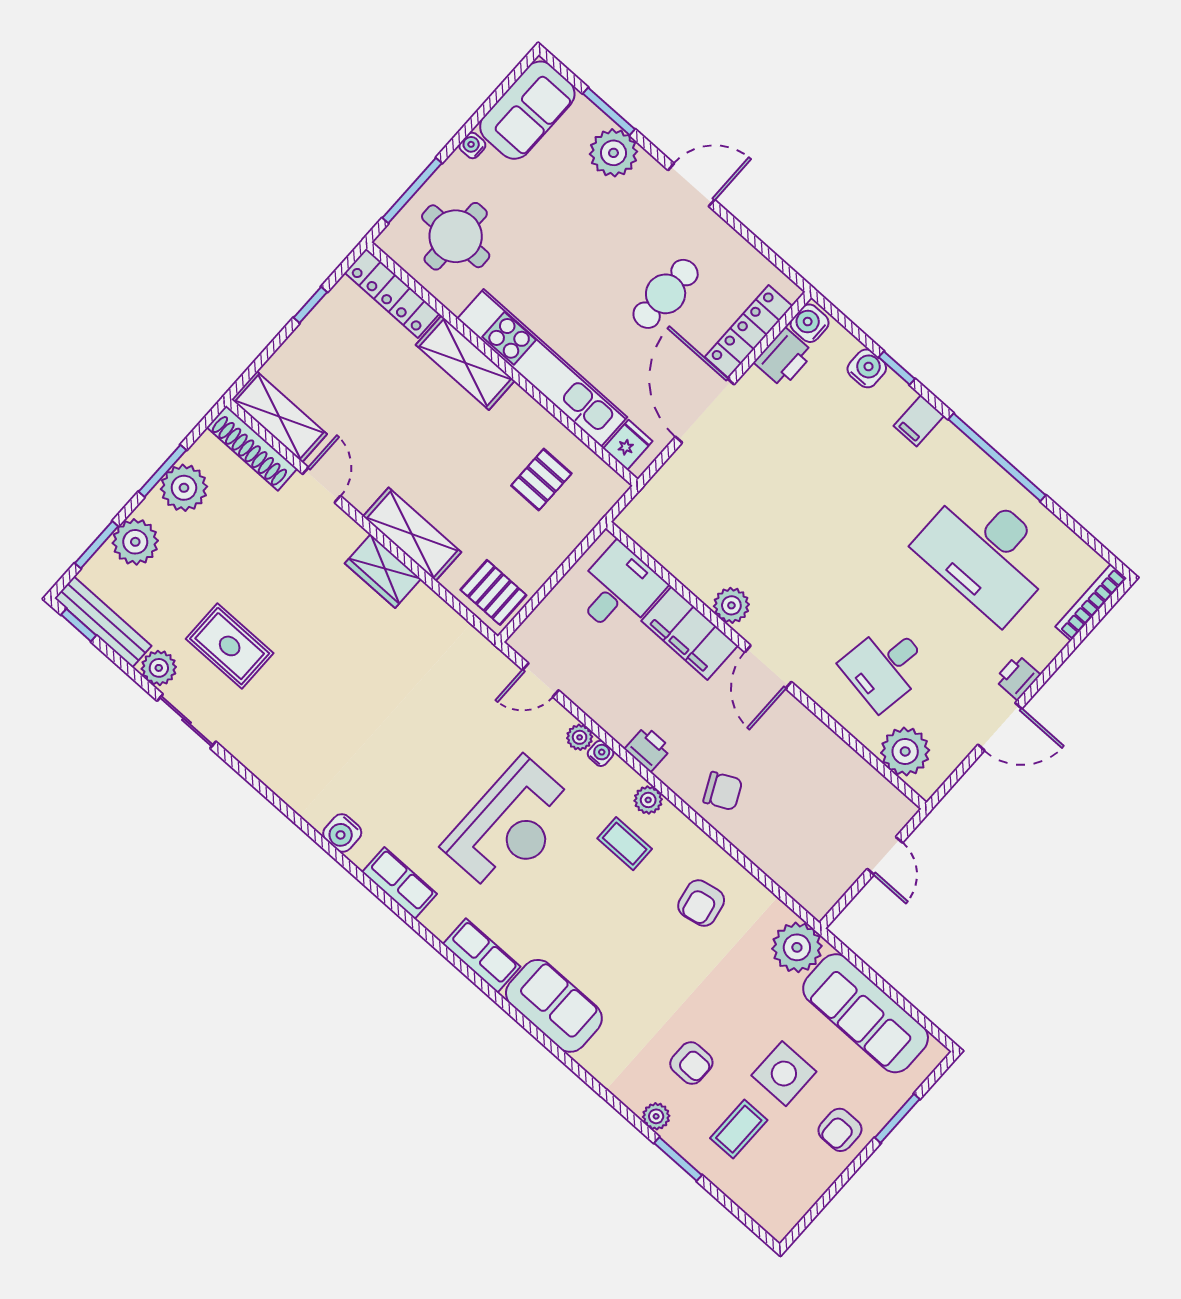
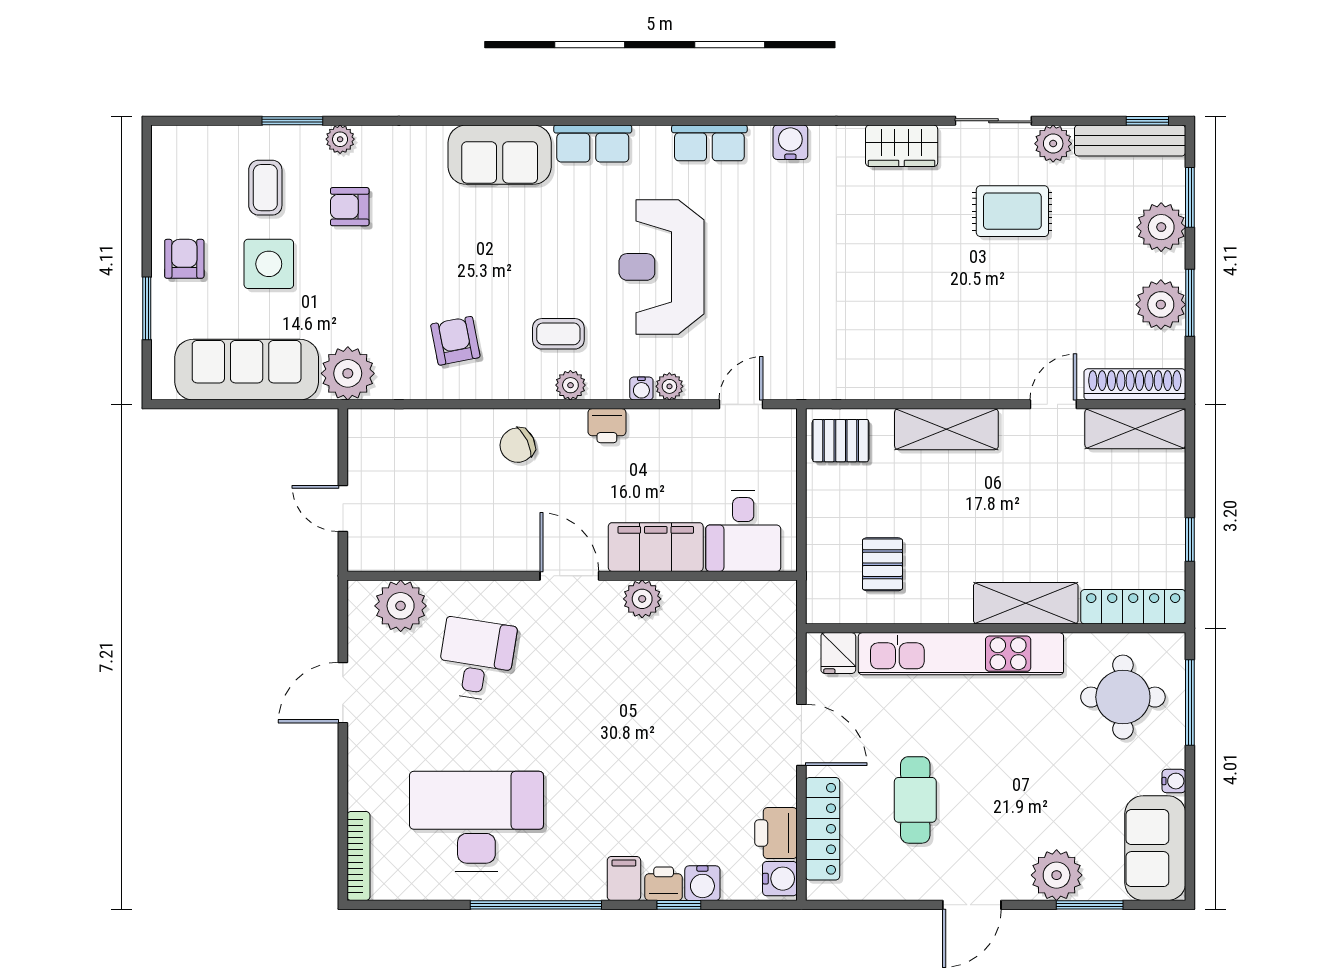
door: (705, 411) -> (801, 735), width x0.73
door: (322, 485) -> (1053, 404), swing flipped
wardrobe: (383, 571) -> (902, 146), moved, turned 180
printer: (1017, 677) -> (664, 884), moved, turned -90

